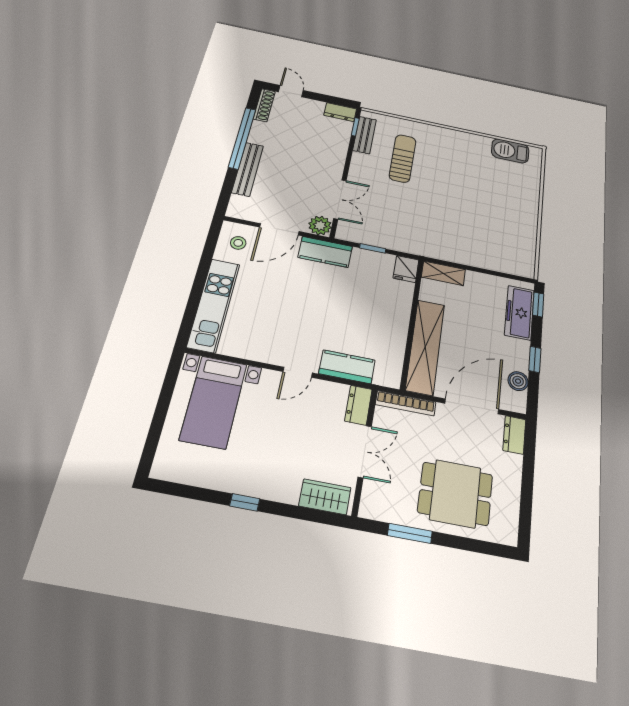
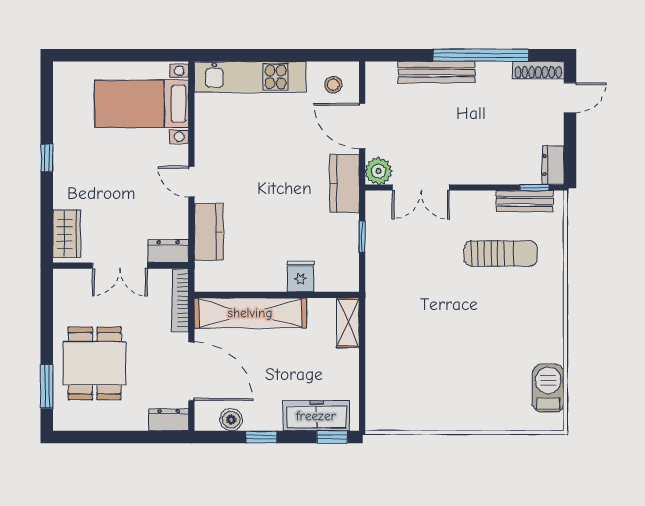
fridge: (406, 269) -> (300, 276), moved, turned 90
window: (410, 533) -> (47, 387), moved

